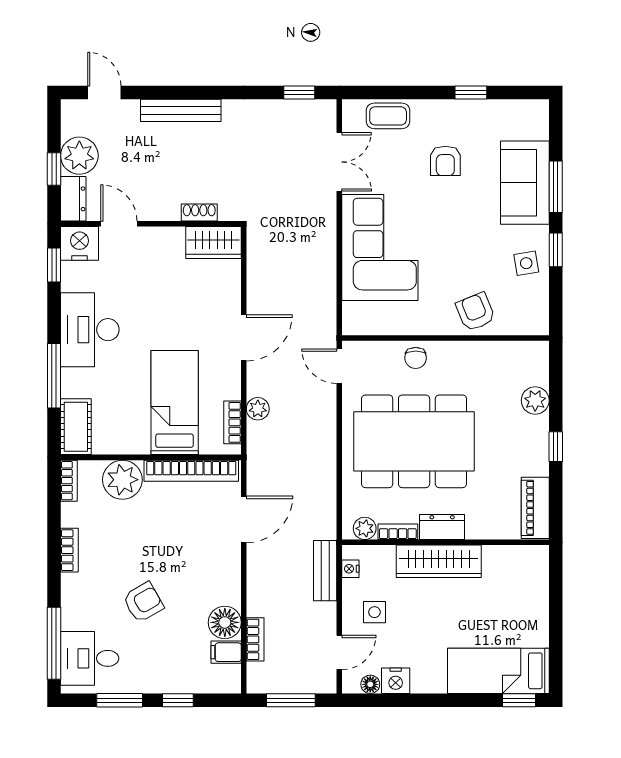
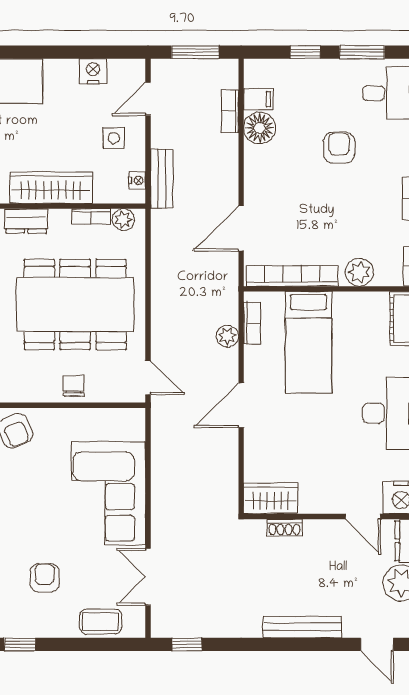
plant: (122, 480) -> (359, 272), width x0.73, depth x0.73
dresser: (442, 527) -> (26, 221), moved
armchair: (143, 602) -> (339, 148), turned 120
floor lamp: (370, 684) -> (118, 68), removed

